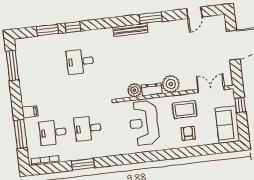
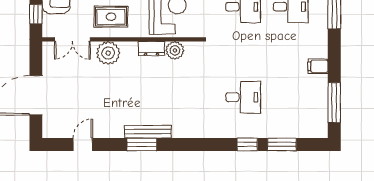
bench: (130, 30) -> (148, 132), moved
plant: (171, 84) -> (108, 53), moved
filing cabinet: (30, 112) -> (318, 66), moved

